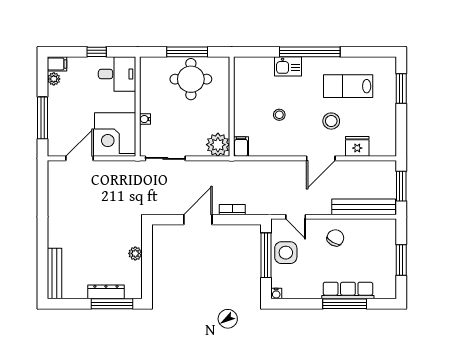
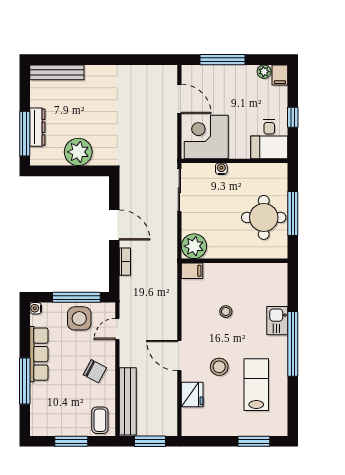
coffee table: (381, 233) -> (100, 420), added
plant: (135, 253) -> (78, 152), width x1.87, depth x1.87
row of seats: (348, 291) -> (39, 354), moved

